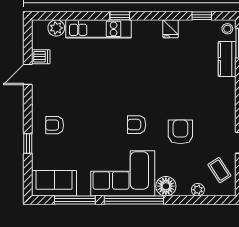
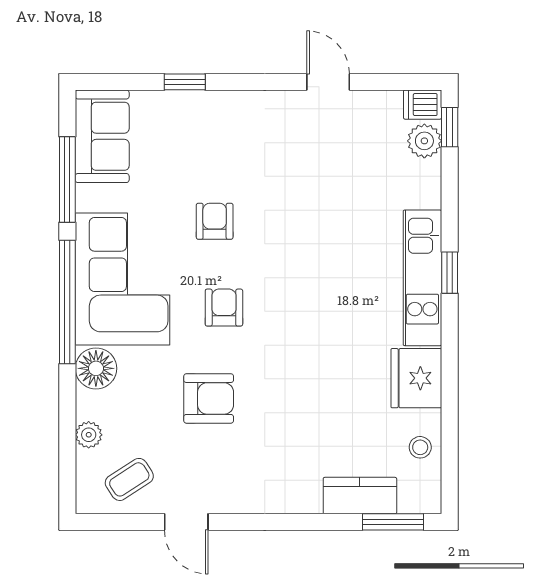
window: (202, 16) -> (450, 127), moved
kitchen unit: (98, 29) -> (422, 278), moved
fridge: (171, 29) -> (416, 378), width x1.88, depth x1.34
stool: (227, 29) -> (420, 447), moved
dishwasher: (41, 57) -> (423, 105), moved, turned 90
armchair: (55, 125) -> (215, 221), moved

